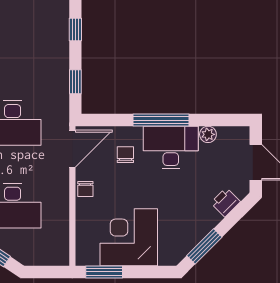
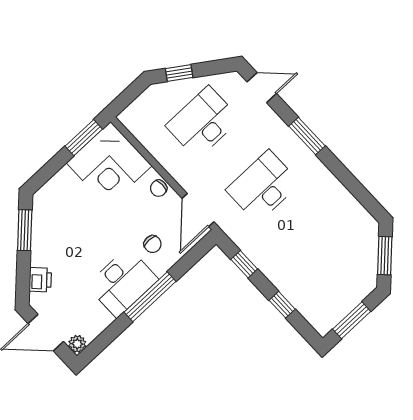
plant: (208, 134) -> (77, 344), moved
chair: (85, 189) -> (159, 188), turned -90
corner desk: (129, 237) -> (109, 164), moved, turned 90

